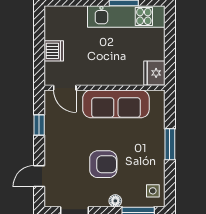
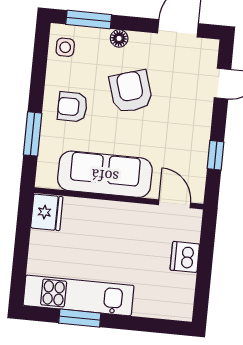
window: (170, 144) -> (33, 134), moved
armchair: (144, 149) -> (72, 107), added
armchair: (103, 164) -> (131, 91), turned 73

